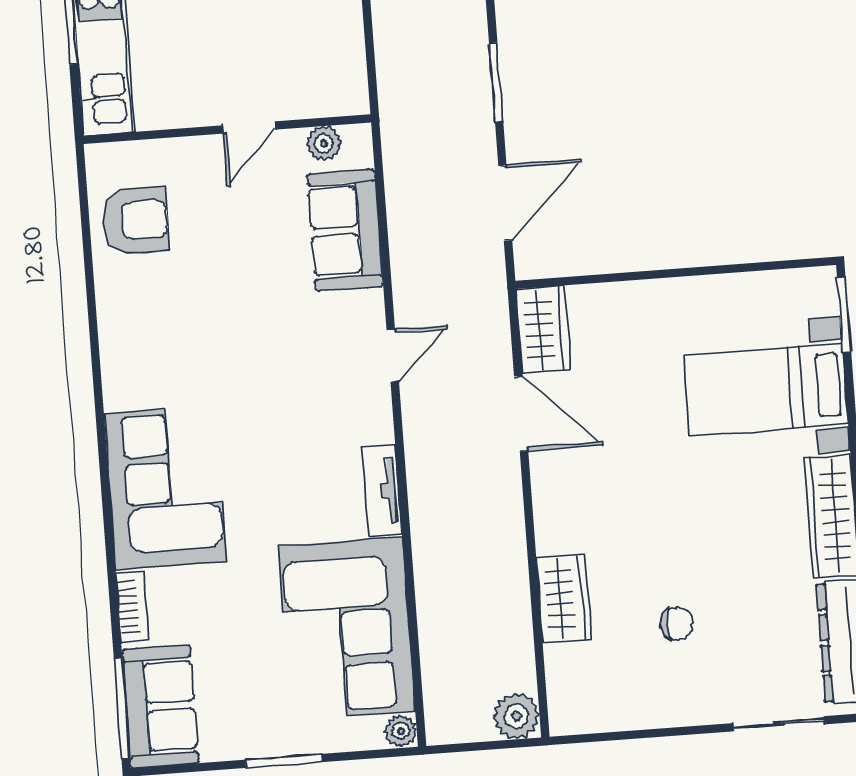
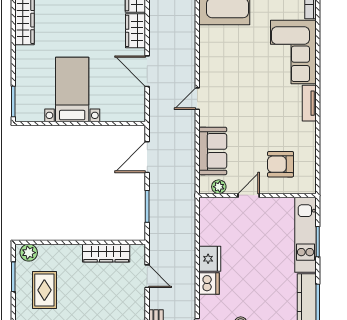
armchair: (136, 220) -> (281, 164), moved
wardrobe: (543, 329) -> (135, 31), moved
bed with nightstands: (766, 390) -> (72, 89), moved, turned -90
tv unit: (382, 491) -> (309, 103), moved, turned 180

